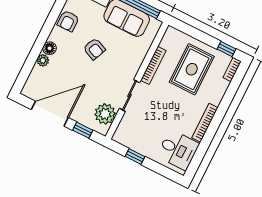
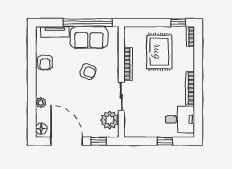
floor lamp: (50, 48) -> (41, 129), moved
armchair: (94, 49) -> (88, 71), moved
door: (50, 114) -> (67, 141), hinge flipped
window: (135, 156) -> (165, 141), moved

